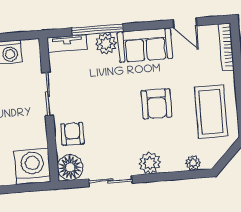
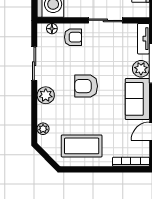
armchair: (156, 104) -> (86, 86), moved
floor lamp: (70, 167) -> (52, 29), width x0.53, depth x0.53

